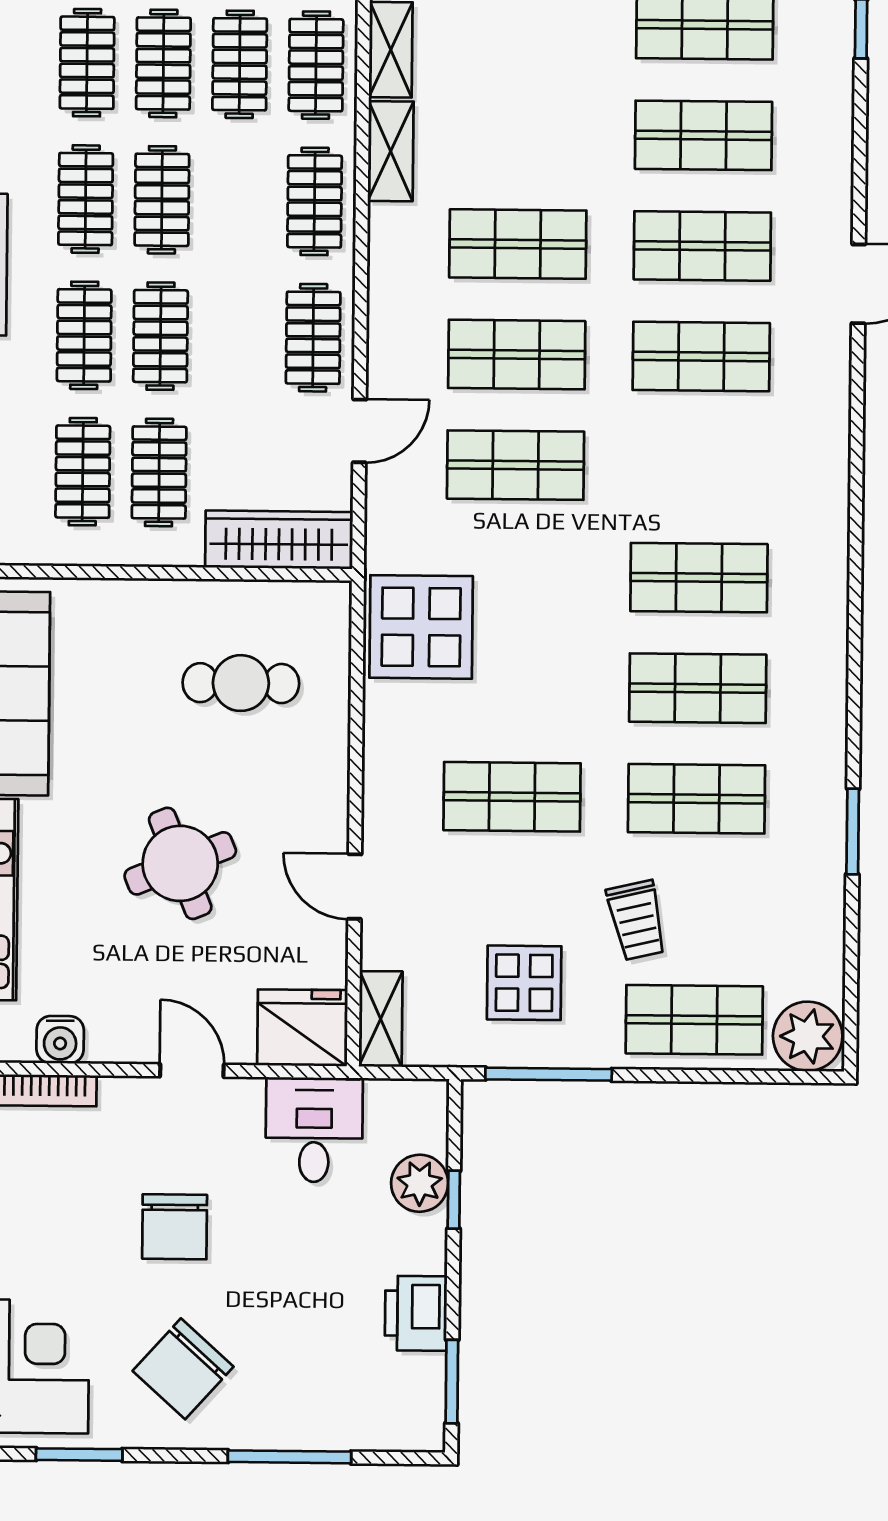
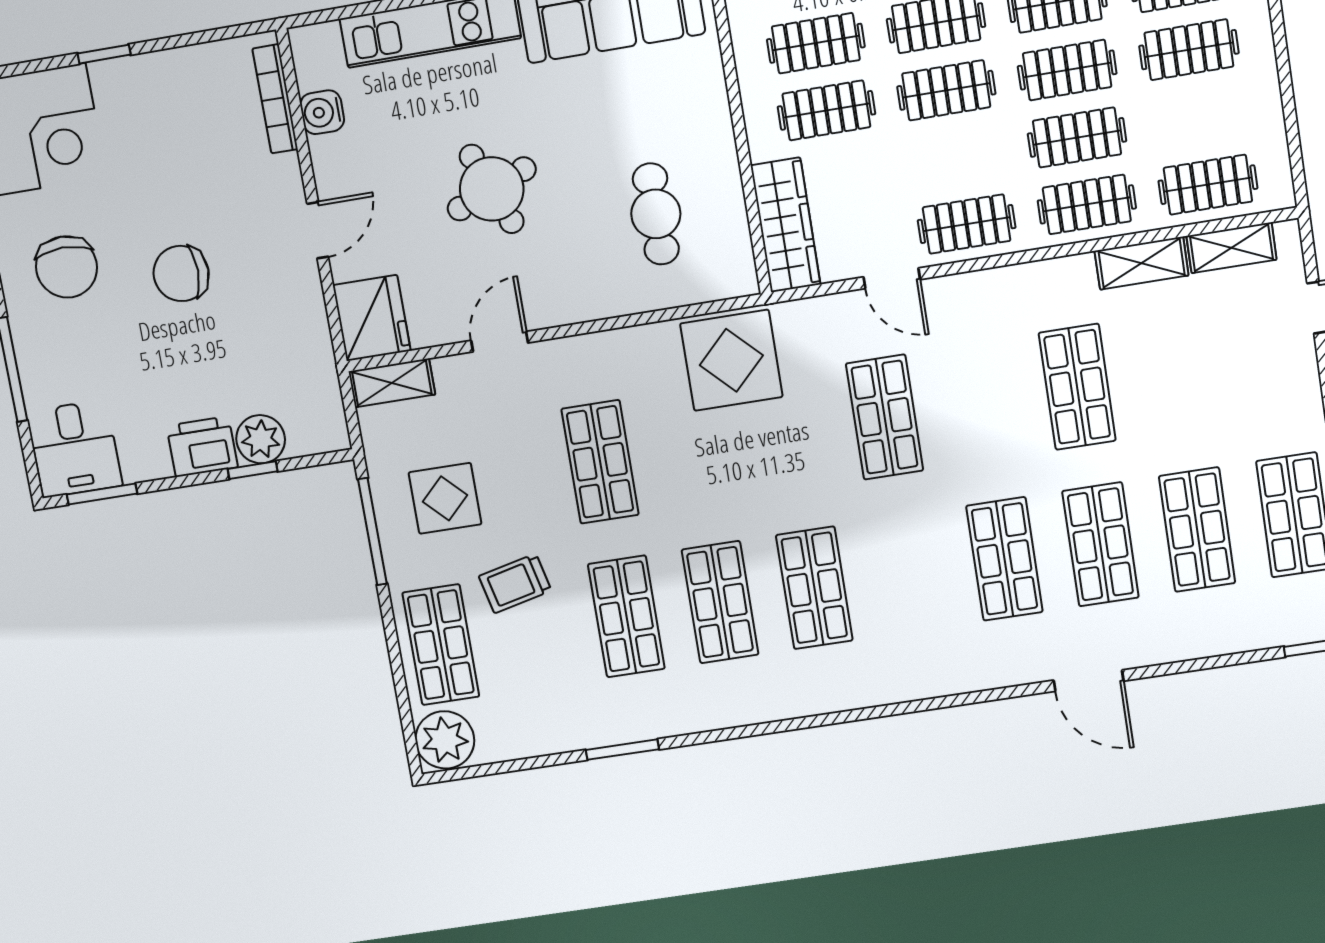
clothes rail: (240, 64) -> (1077, 137), moved
shop shelf: (517, 355) -> (981, 402), removed
desk: (314, 1130) -> (75, 449), moved, turned 90
chair: (175, 1227) -> (181, 274), moved
printer: (416, 1313) -> (202, 447), moved
chair: (183, 1369) -> (66, 267), turned -132

